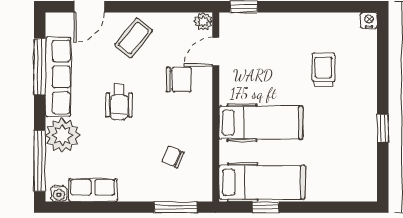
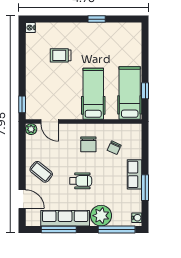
chair: (179, 80) -> (88, 144), moved, turned 180
row of seats: (93, 190) -> (135, 174), moved
window: (176, 207) -> (145, 188), moved

